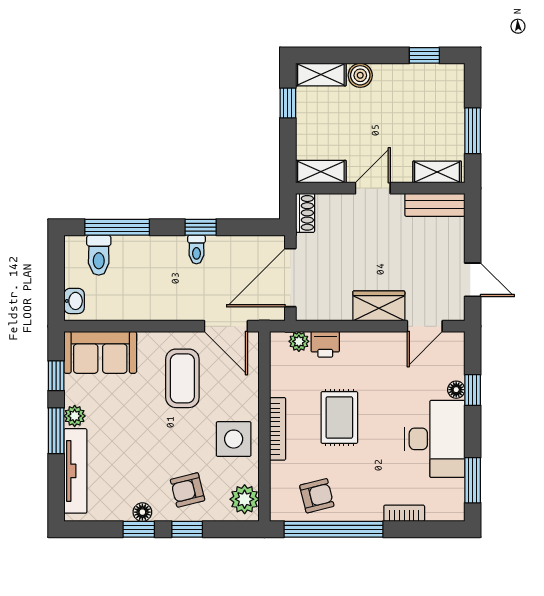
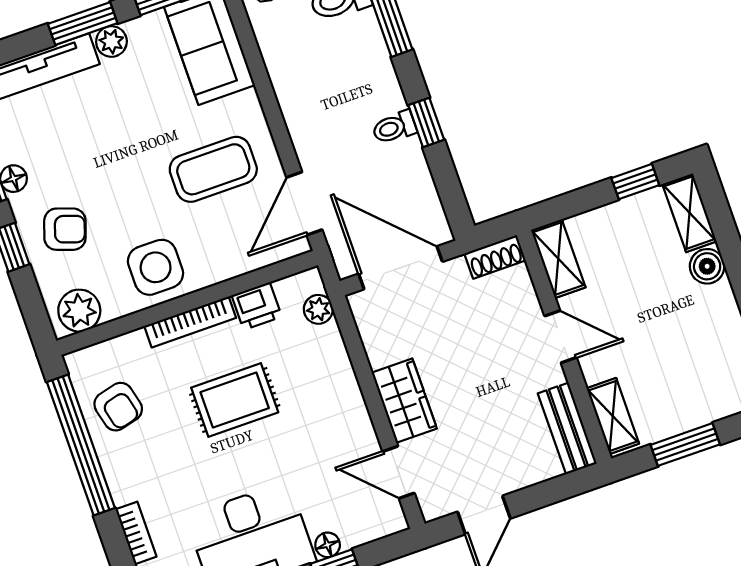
printer: (325, 344) -> (257, 306), moved, turned -90
armchair: (188, 490) -> (65, 229), turned 123

